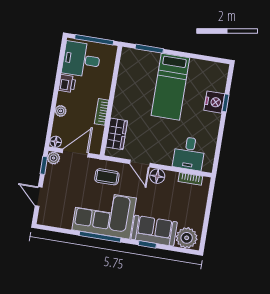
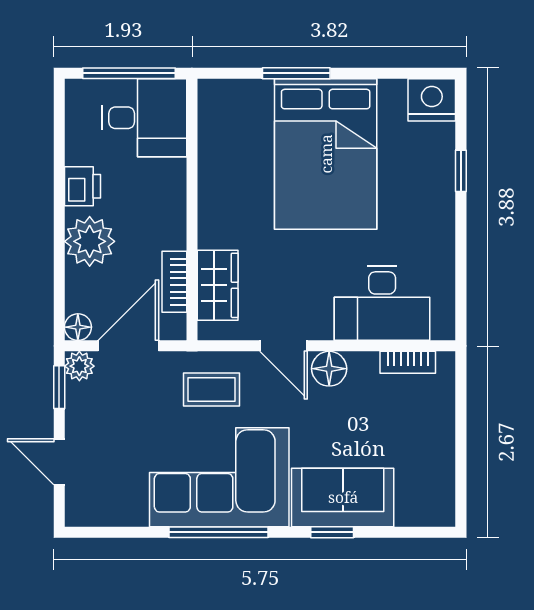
window: (149, 49) -> (296, 73), moved
desk: (81, 60) -> (144, 118), moved, turned 180
bed: (170, 87) -> (326, 154), width x1.50
nightstand: (214, 102) -> (432, 100), moved, turned -90
plant: (61, 111) -> (90, 241), width x1.88, depth x1.88
bookcase: (102, 112) -> (174, 282), moved
desk: (189, 153) -> (382, 303), width x1.37
plant: (187, 238) -> (422, 502), removed

